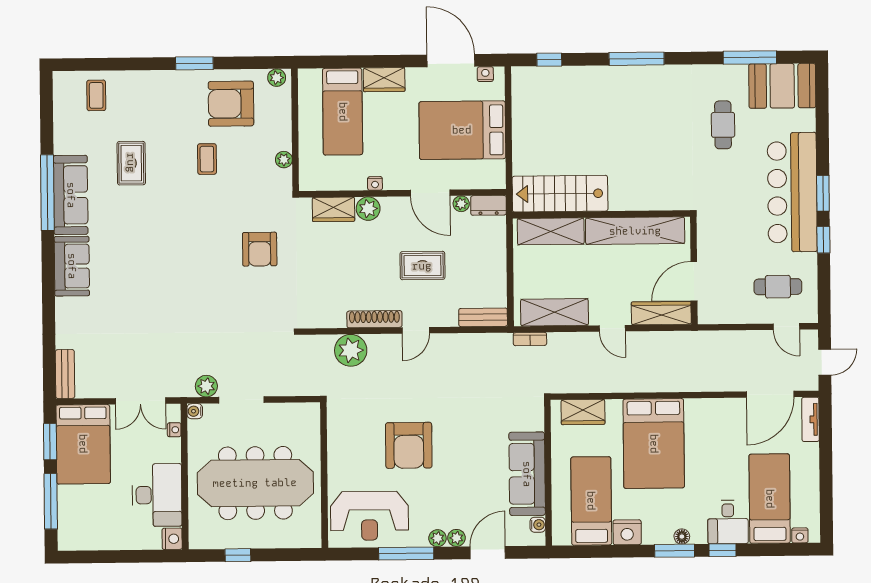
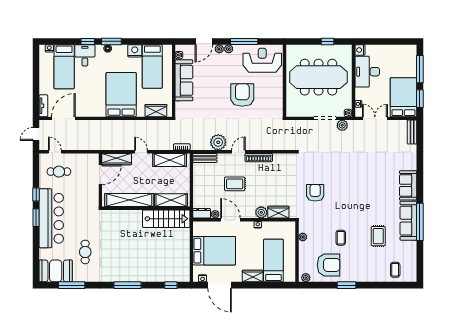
plant: (351, 350) -> (218, 142), moved

